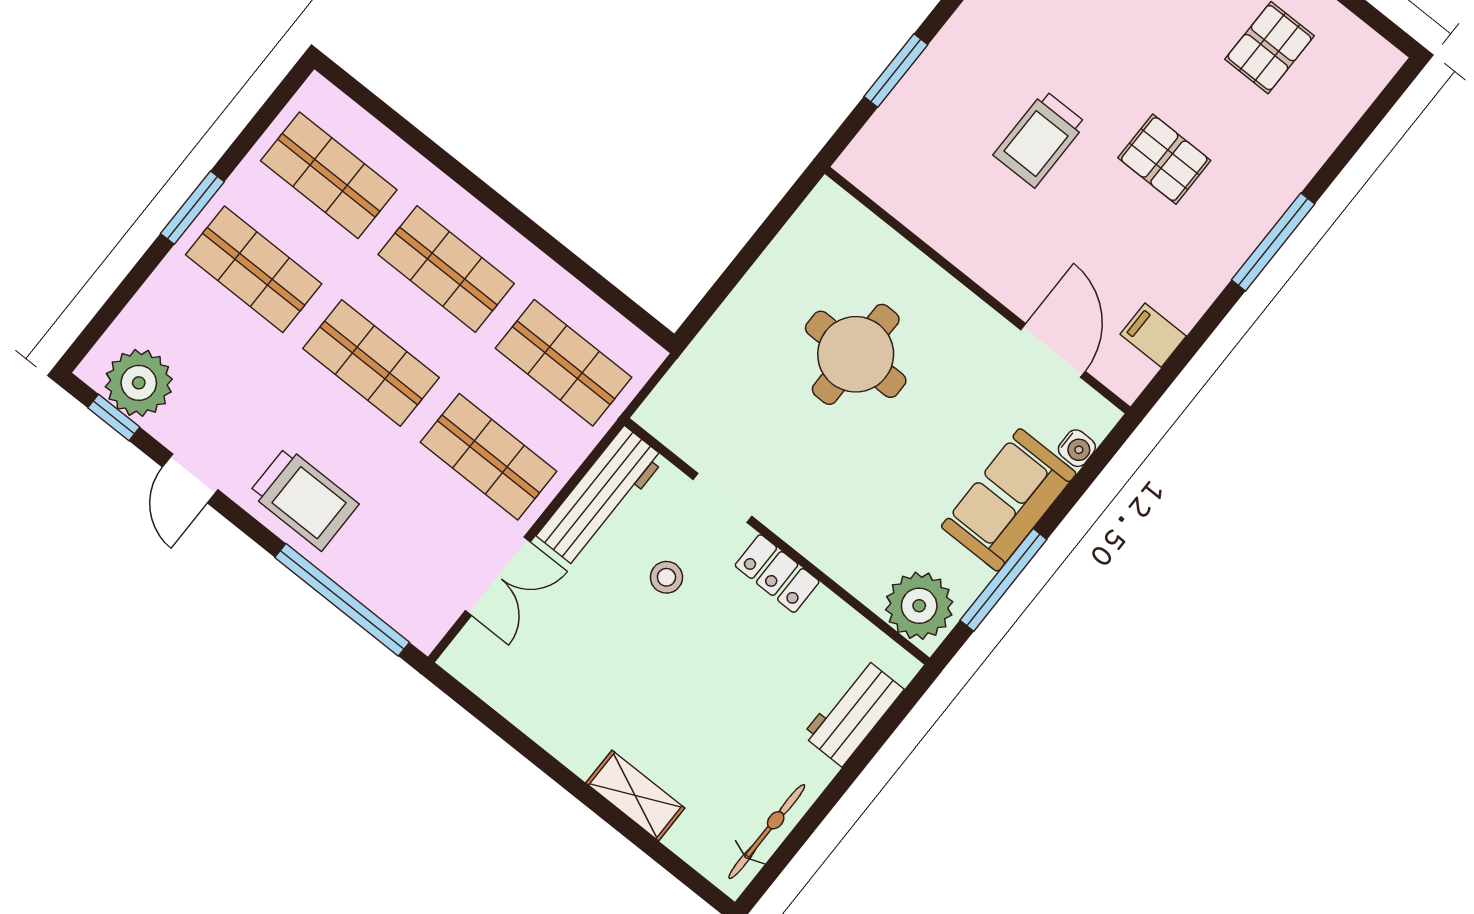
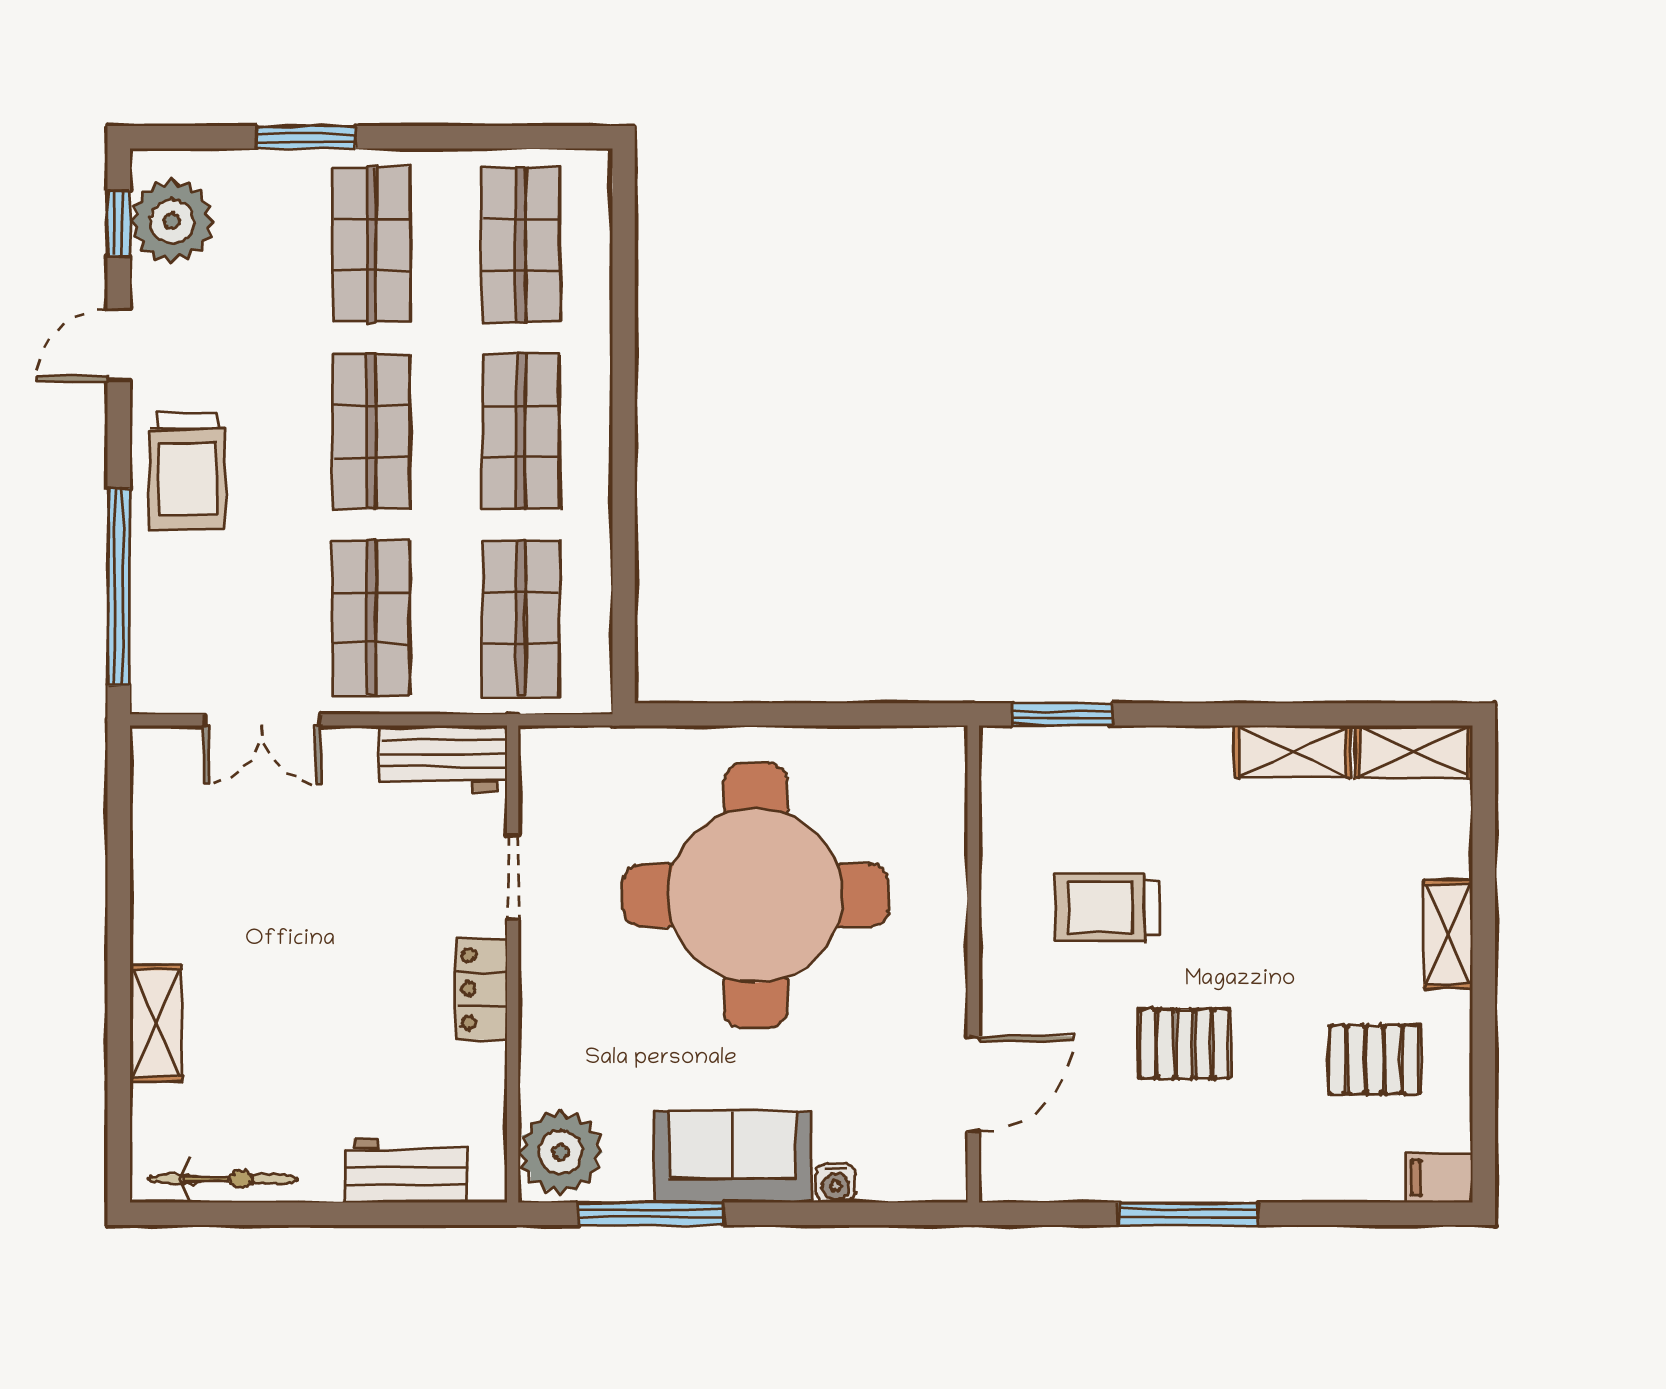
pallet: (1164, 159) -> (1184, 1044), turned 90
window: (192, 208) -> (306, 137), moved
wall: (978, 290) -> (973, 964), moved
filing cabinet: (1153, 335) -> (1439, 1178), moved, turned -90
door: (1053, 350) -> (973, 1084), moved
round table: (856, 354) -> (755, 895), width x1.86, depth x1.86
workbench: (601, 497) -> (443, 759), width x0.73
stool: (666, 577) -> (392, 884), removed

